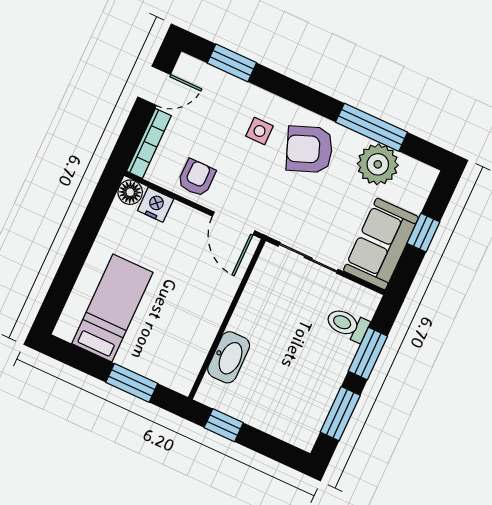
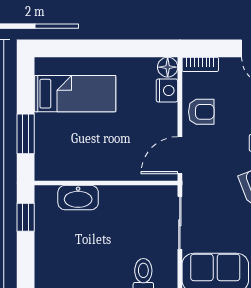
bookcase: (149, 143) -> (200, 64), width x0.64

